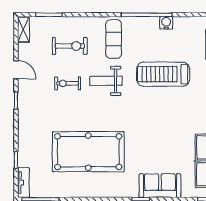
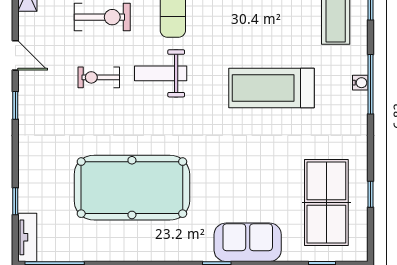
treadmill: (163, 74) -> (272, 88), moved

